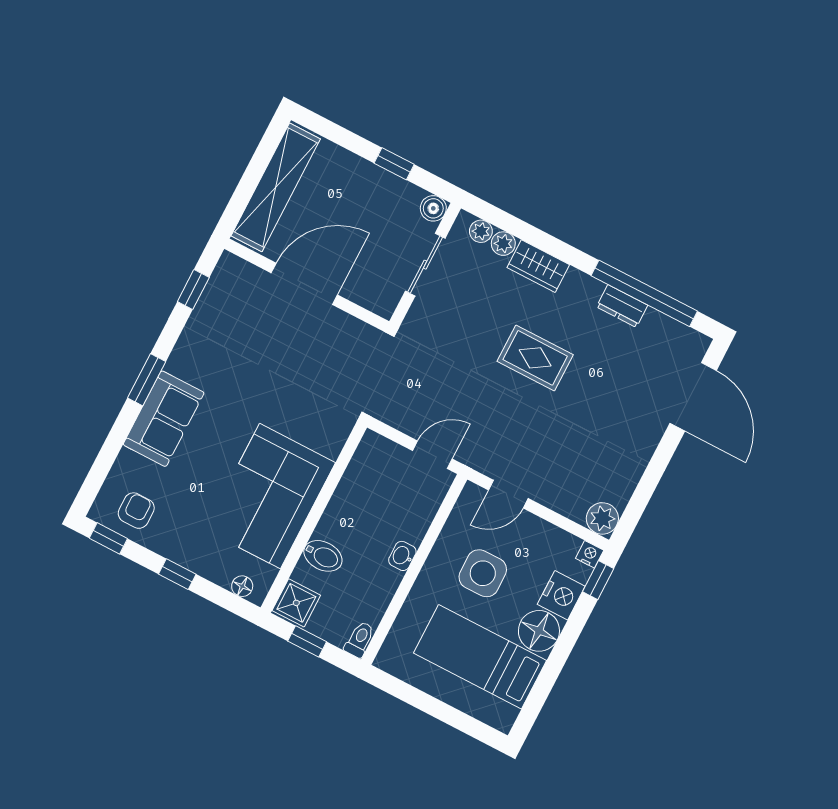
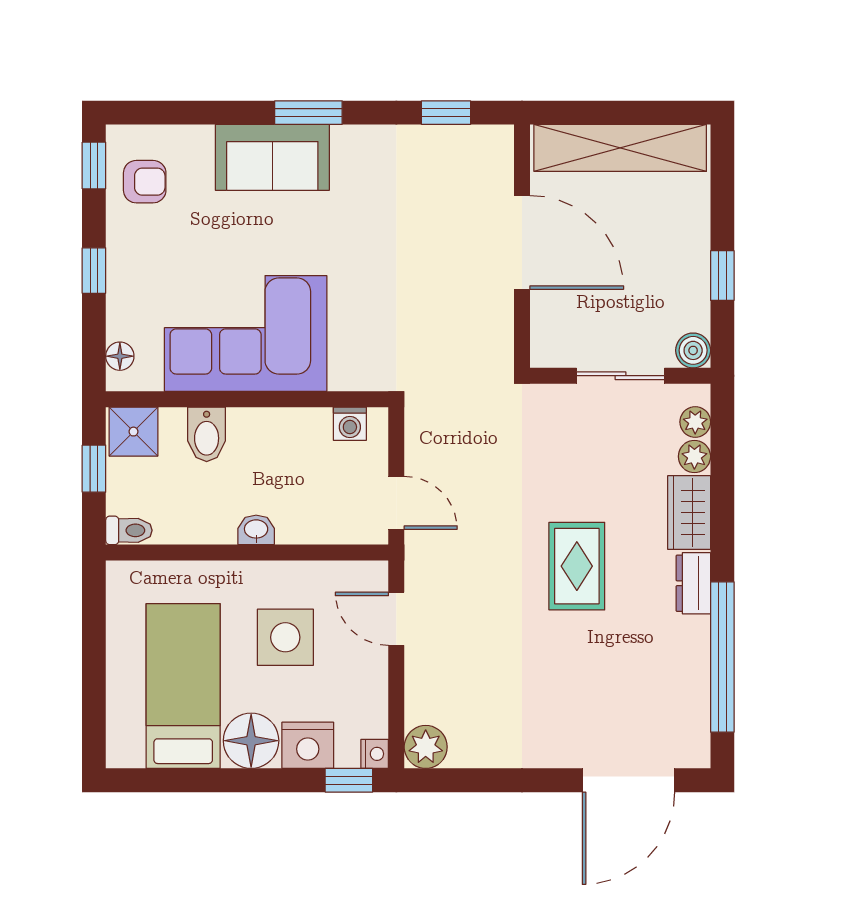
dresser: (622, 306) -> (693, 583), moved
washing machine: (365, 458) -> (350, 424), added

